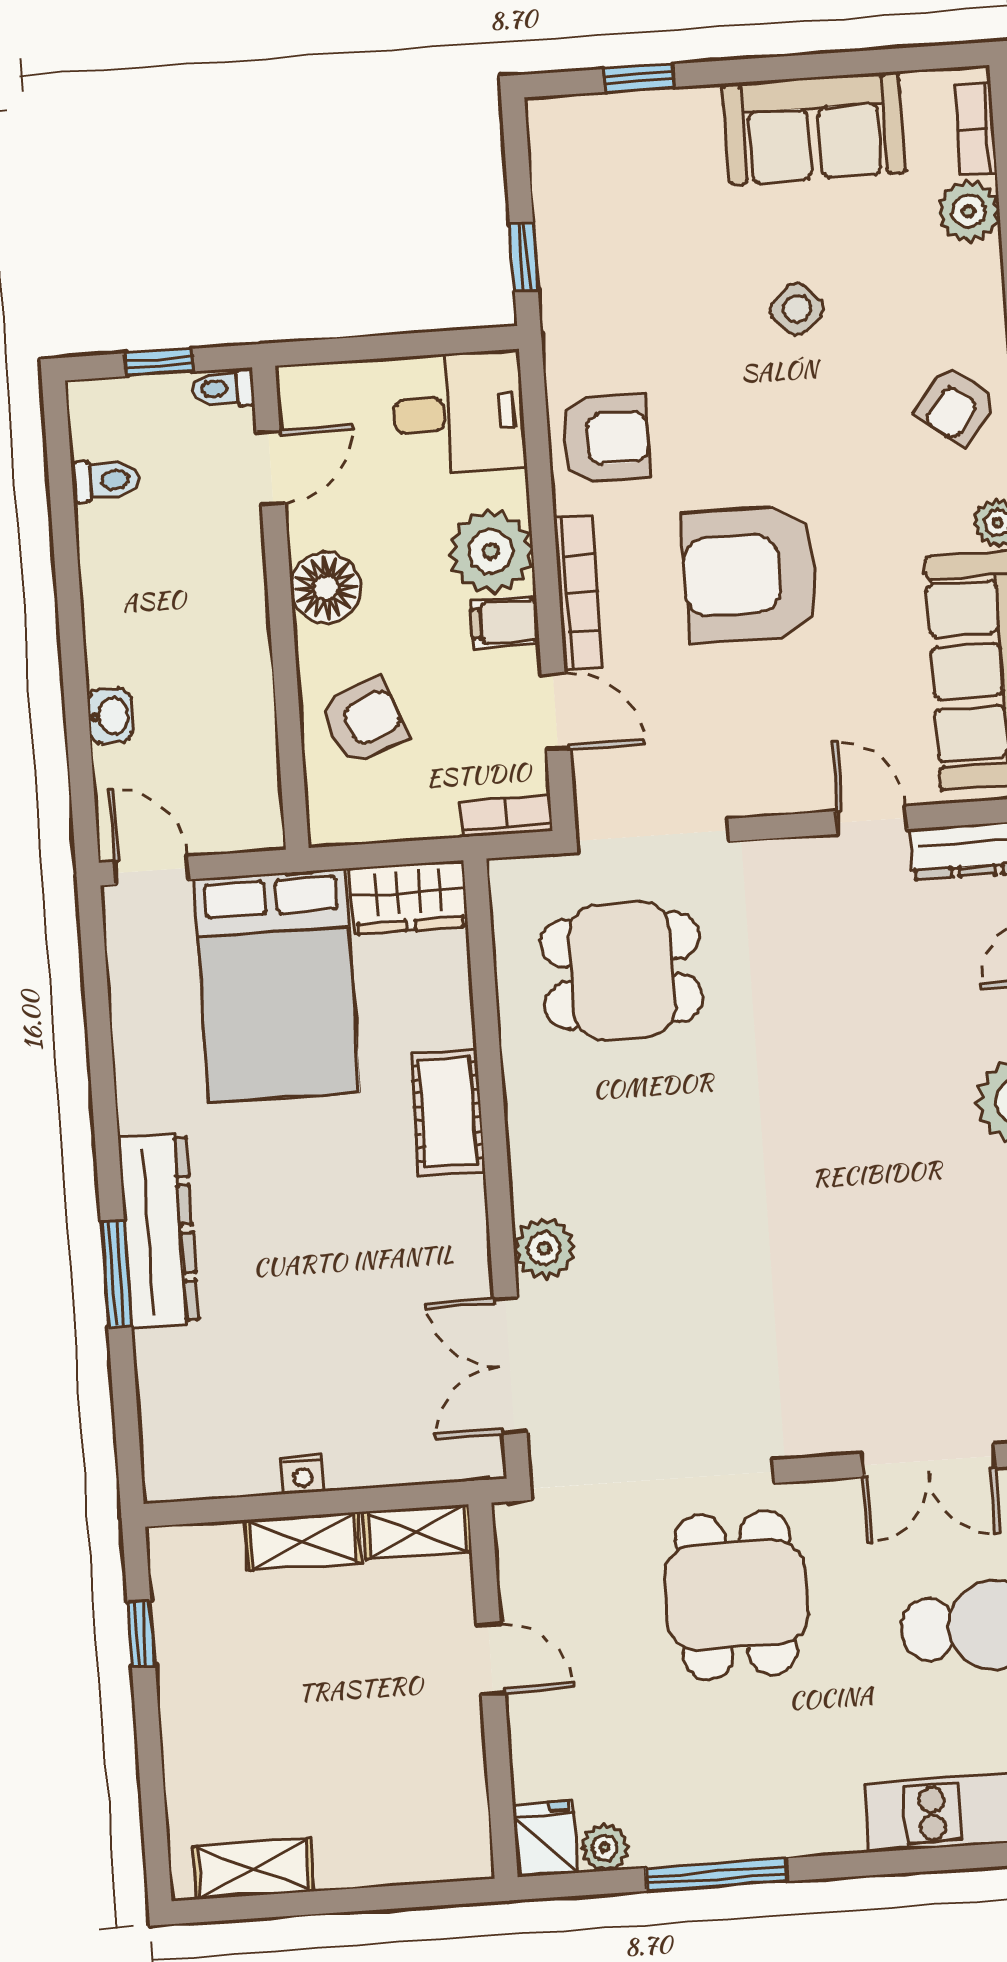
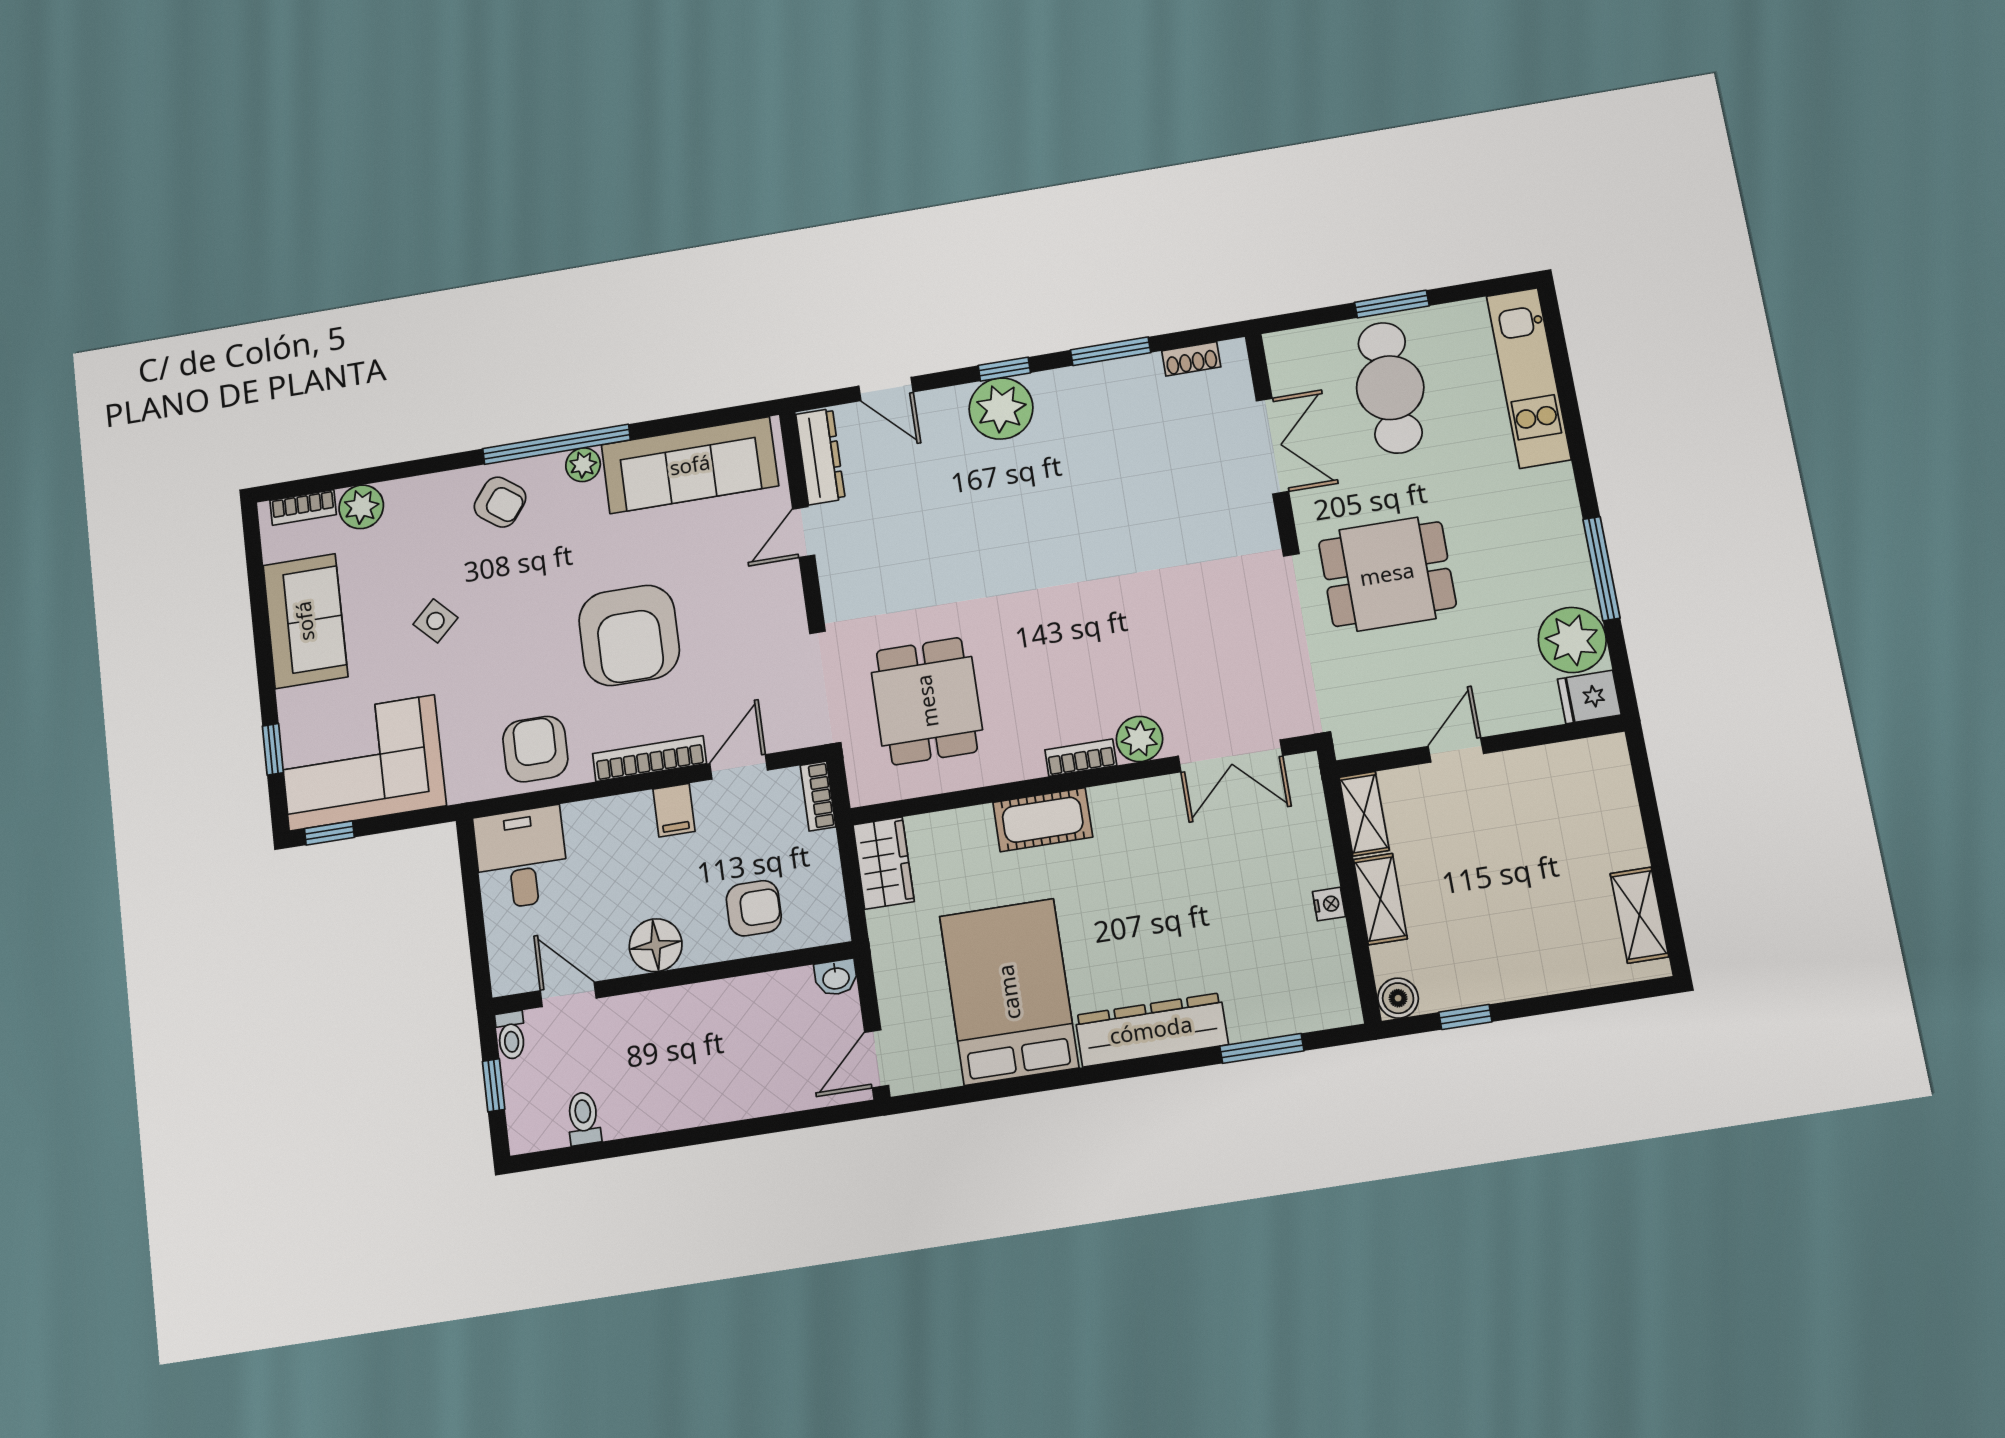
corner sofa: (609, 200) -> (362, 763), added
window: (524, 257) -> (329, 833), moved
plant: (491, 551) -> (622, 825), removed
washbasin: (110, 716) -> (836, 978), moved, turned 180
armchair: (364, 721) -> (754, 908), turned 111
bed: (277, 986) -> (1009, 992), moved, turned -90
bookcase: (526, 1169) -> (1081, 758), added
window: (116, 1274) -> (1262, 1048), moved
boiler: (173, 1551) -> (1398, 998), added
plant: (605, 1848) -> (1572, 640), width x1.87, depth x1.87

